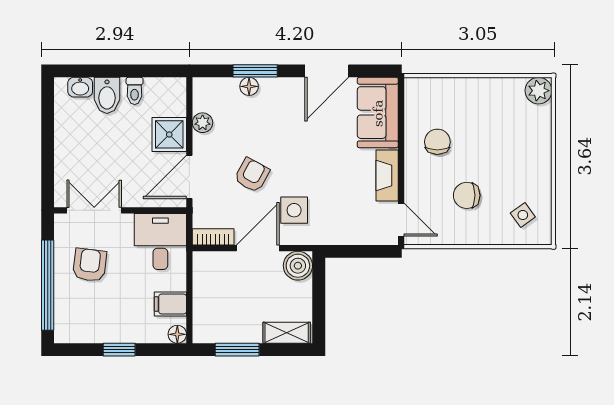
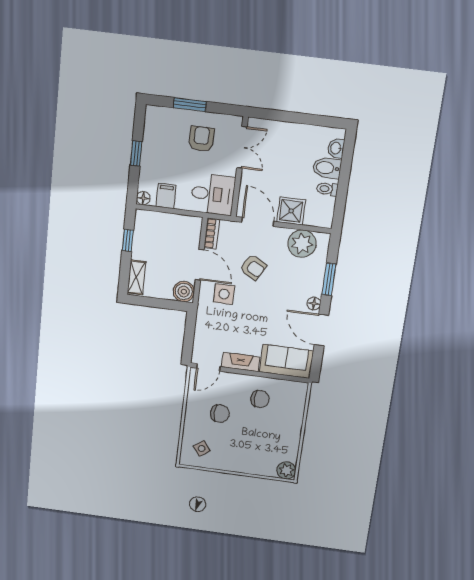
floor lamp: (249, 86) -> (314, 304), moved
plant: (203, 123) -> (302, 244), width x1.88, depth x1.88
chair: (467, 195) -> (220, 414), turned 90
armchair: (90, 265) -> (201, 139), turned -97
window: (48, 285) -> (190, 105), width x0.47
window: (237, 350) -> (128, 240), width x0.67

